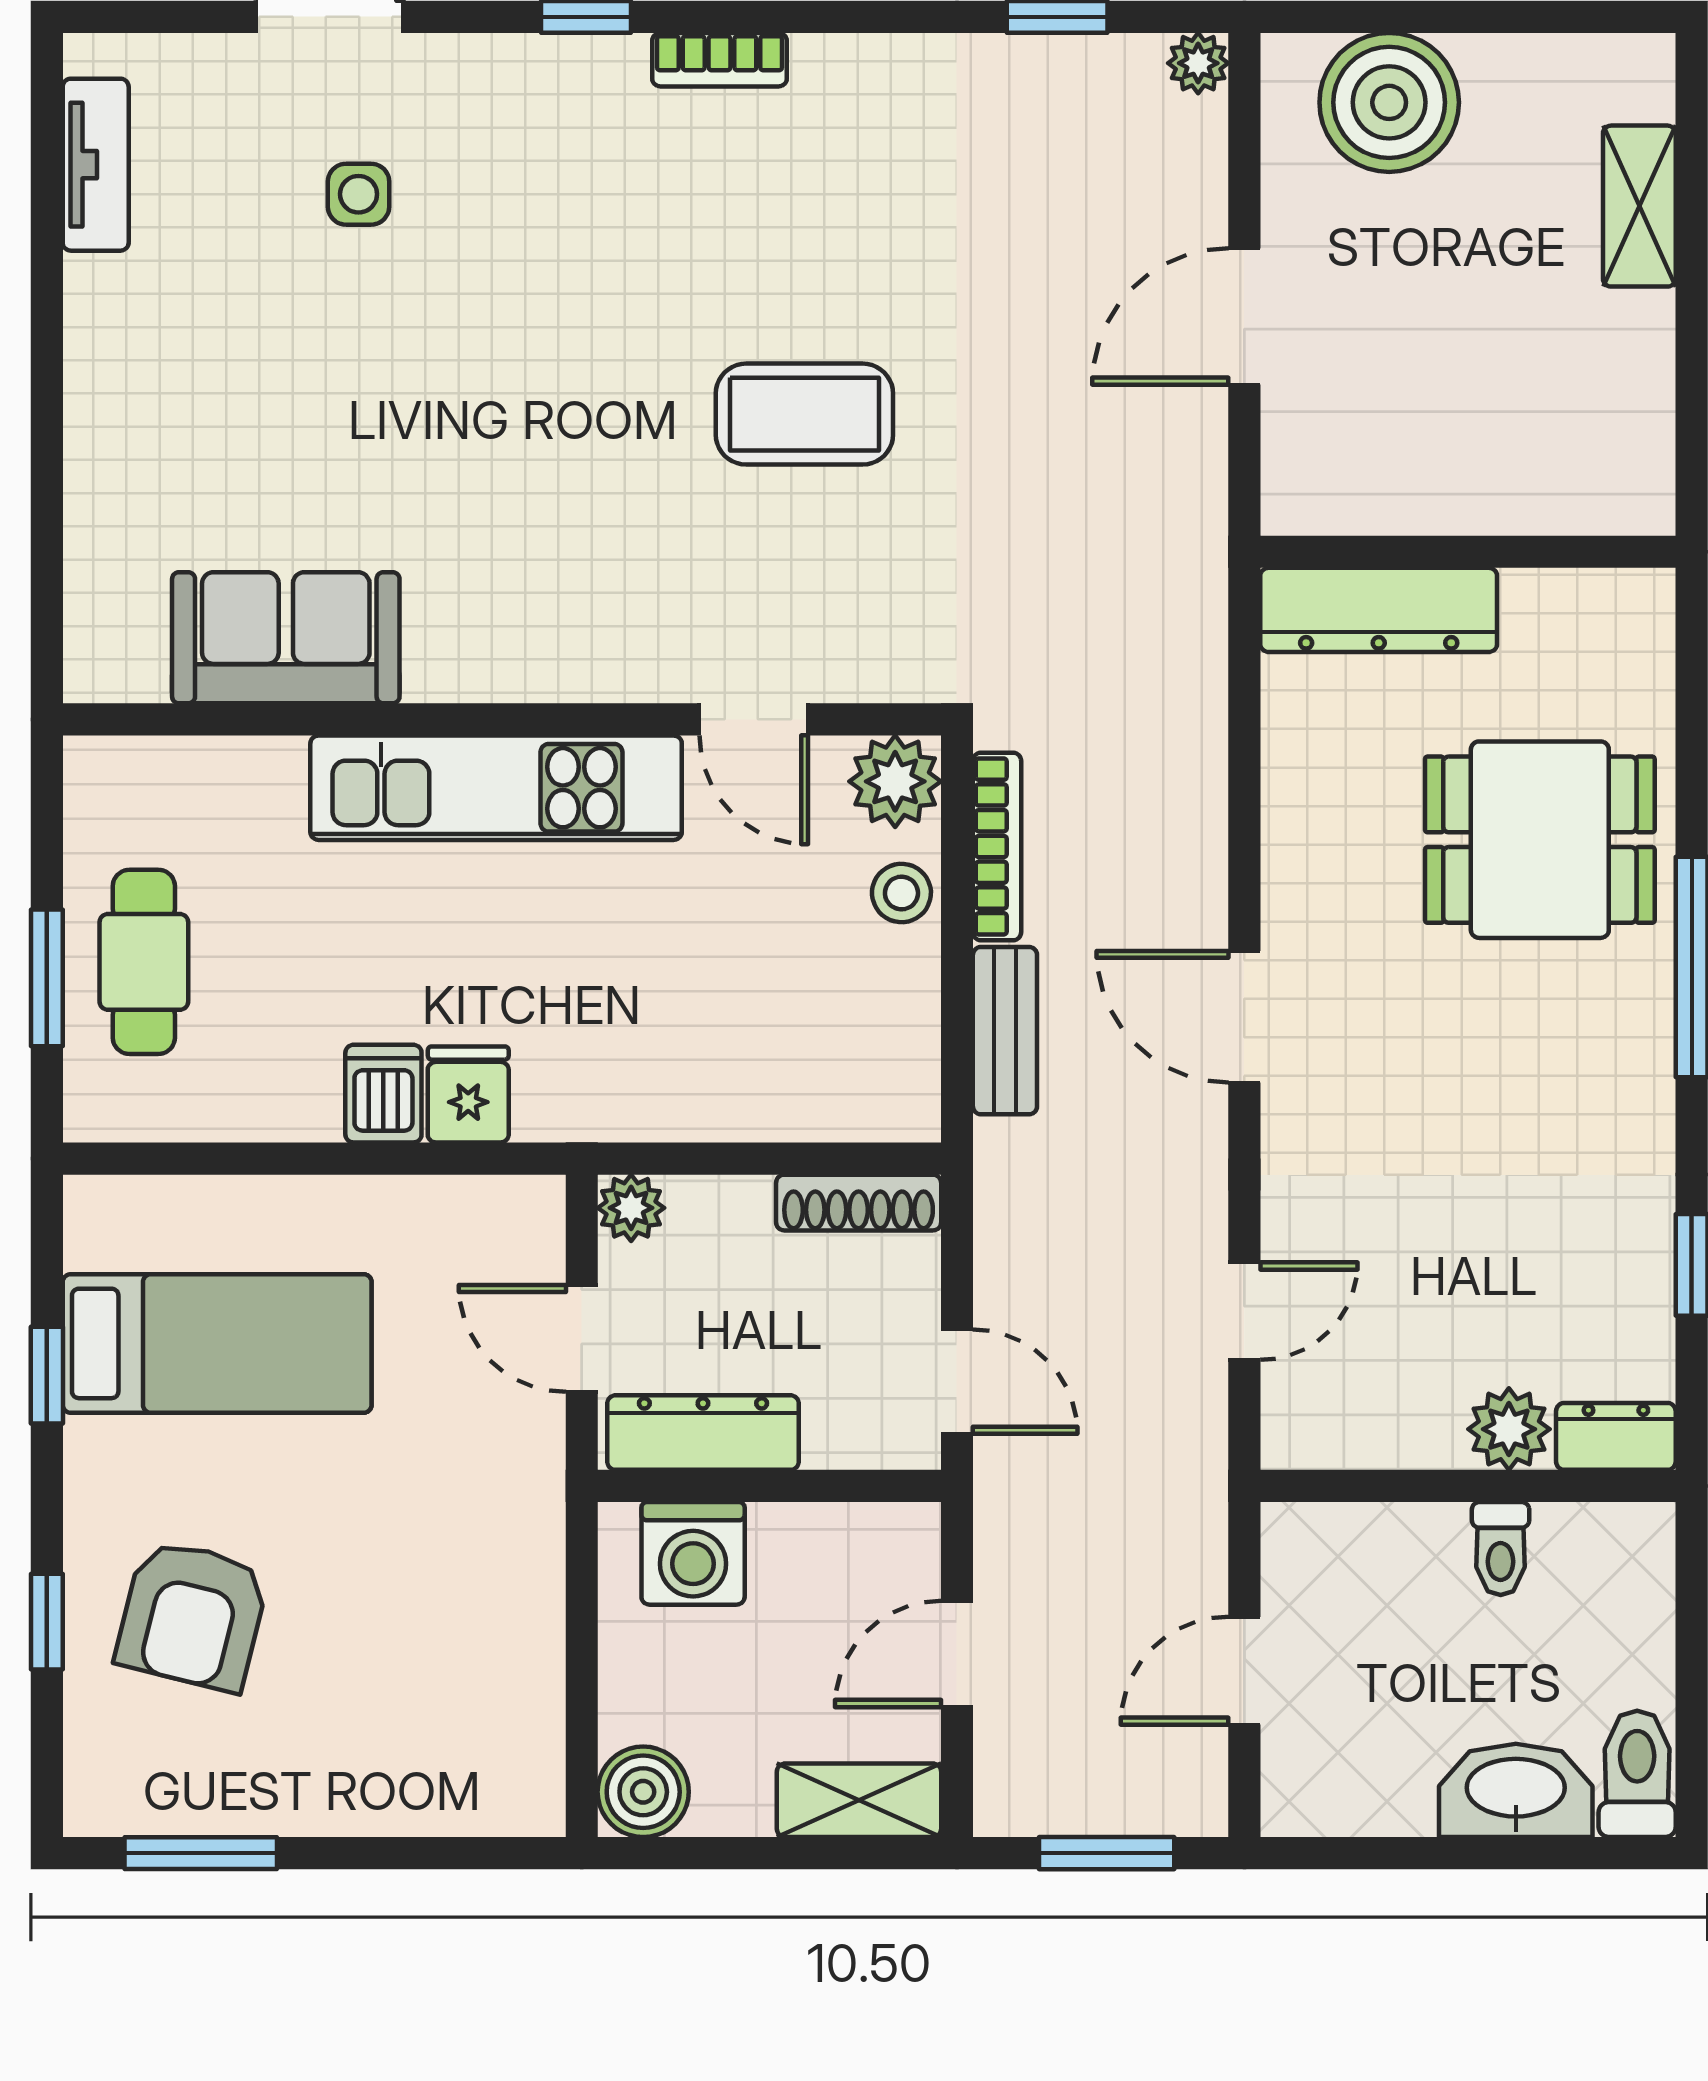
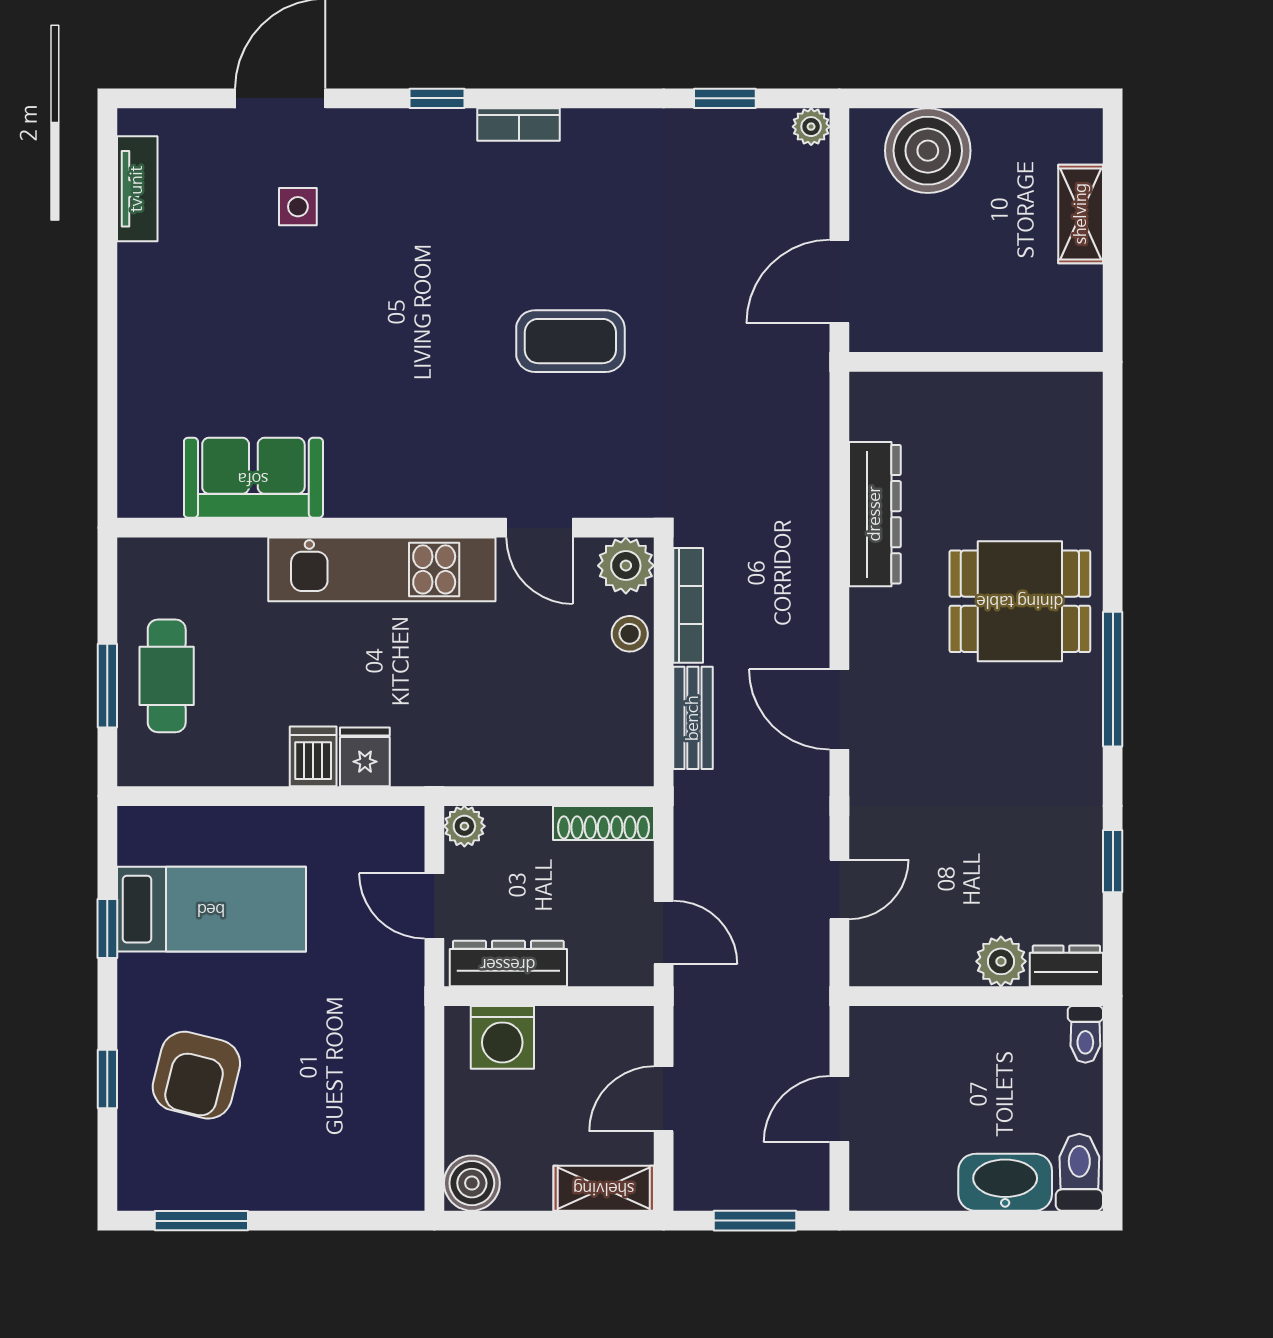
wall: (1468, 552) -> (976, 362), moved
dresser: (1379, 610) -> (875, 514), moved, turned -90
toilet: (1501, 1548) -> (1085, 1034), moved

